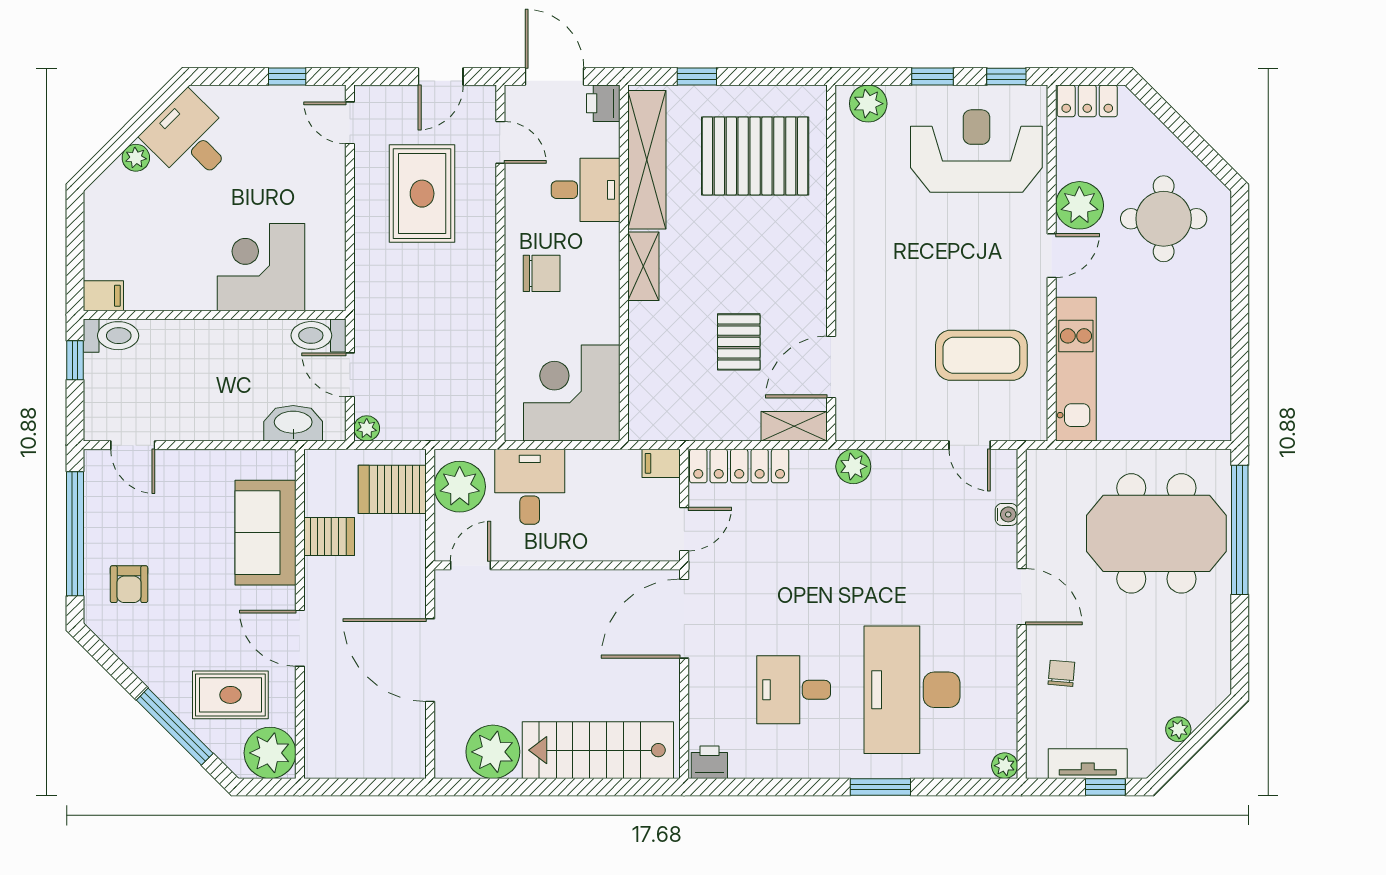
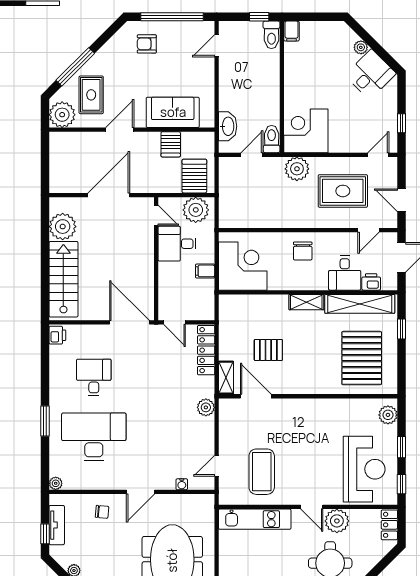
printer: (603, 103) -> (371, 282), moved
corner desk: (261, 267) -> (306, 131), moved, turned -90
plant: (367, 428) -> (297, 169), moved, width x1.88, depth x1.88
filing cabinet: (661, 463) -> (205, 271), moved, turned -90
desk: (530, 487) -> (177, 244), moved, turned 180

